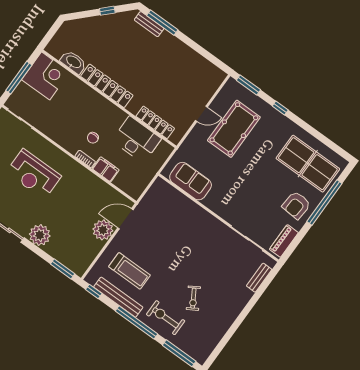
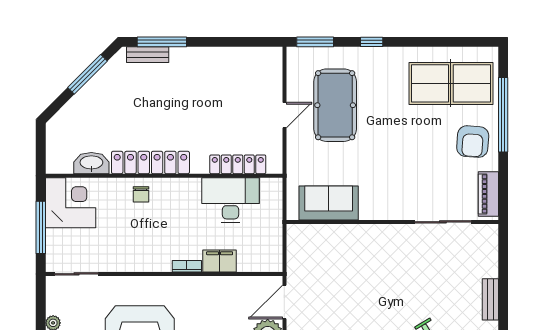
window: (107, 11) -> (88, 74), width x2.17
chair: (93, 138) -> (141, 194), moved
bench: (259, 278) -> (490, 299), moved

